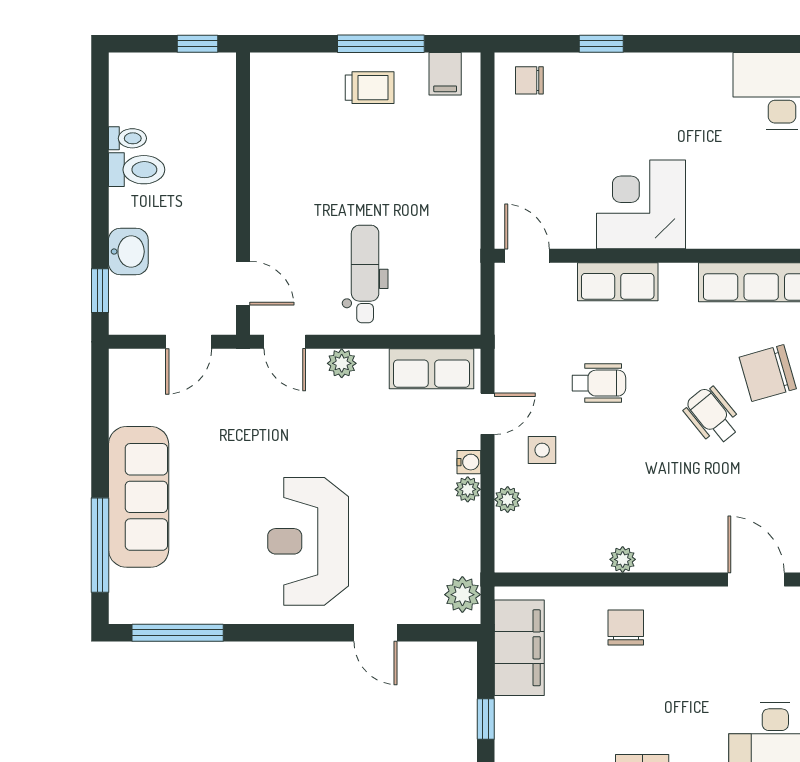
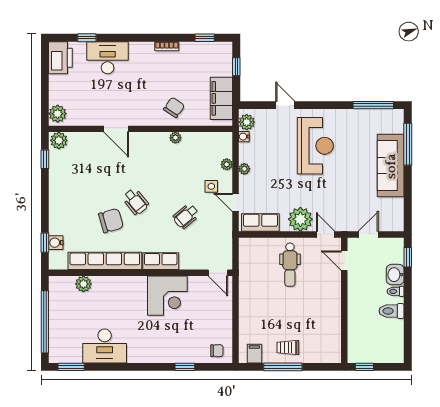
toilet: (127, 138) -> (396, 291), moved
row of seats: (618, 282) -> (161, 261), moved
plant: (342, 363) -> (300, 219), width x1.88, depth x1.88
wheelchair: (599, 383) -> (186, 216), turned -40
door: (487, 414) -> (236, 202), hinge flipped
water cooler: (469, 462) -> (244, 137), moved
chair: (626, 628) -> (174, 107), turned -146

